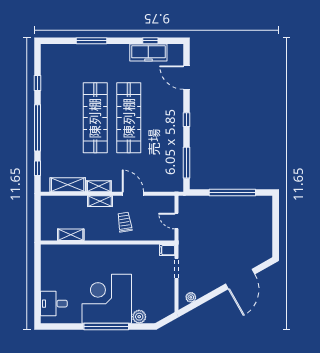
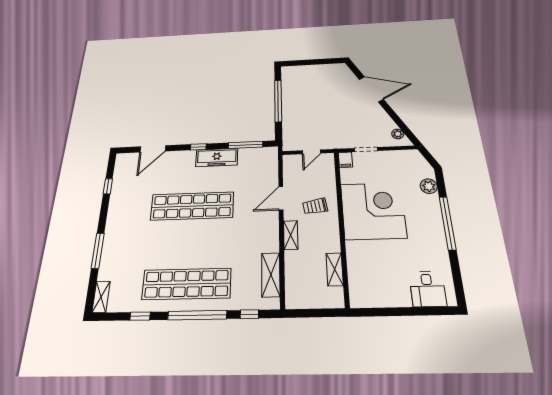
freezer: (148, 52) -> (217, 157), moved, turned 90
shop shelf: (95, 118) -> (187, 284), moved
shelving: (99, 186) -> (101, 297), moved
corner desk: (107, 299) -> (373, 211), moved, turned 180

